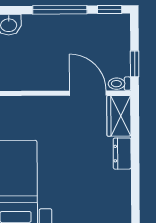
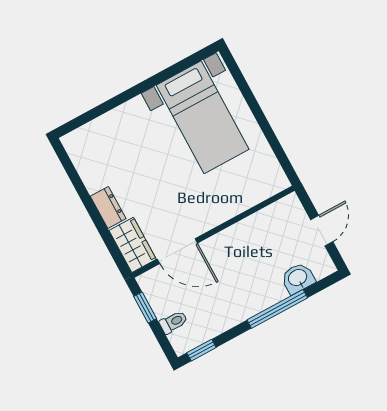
window: (60, 10) -> (277, 309), moved
toilet: (119, 84) -> (173, 322), moved

